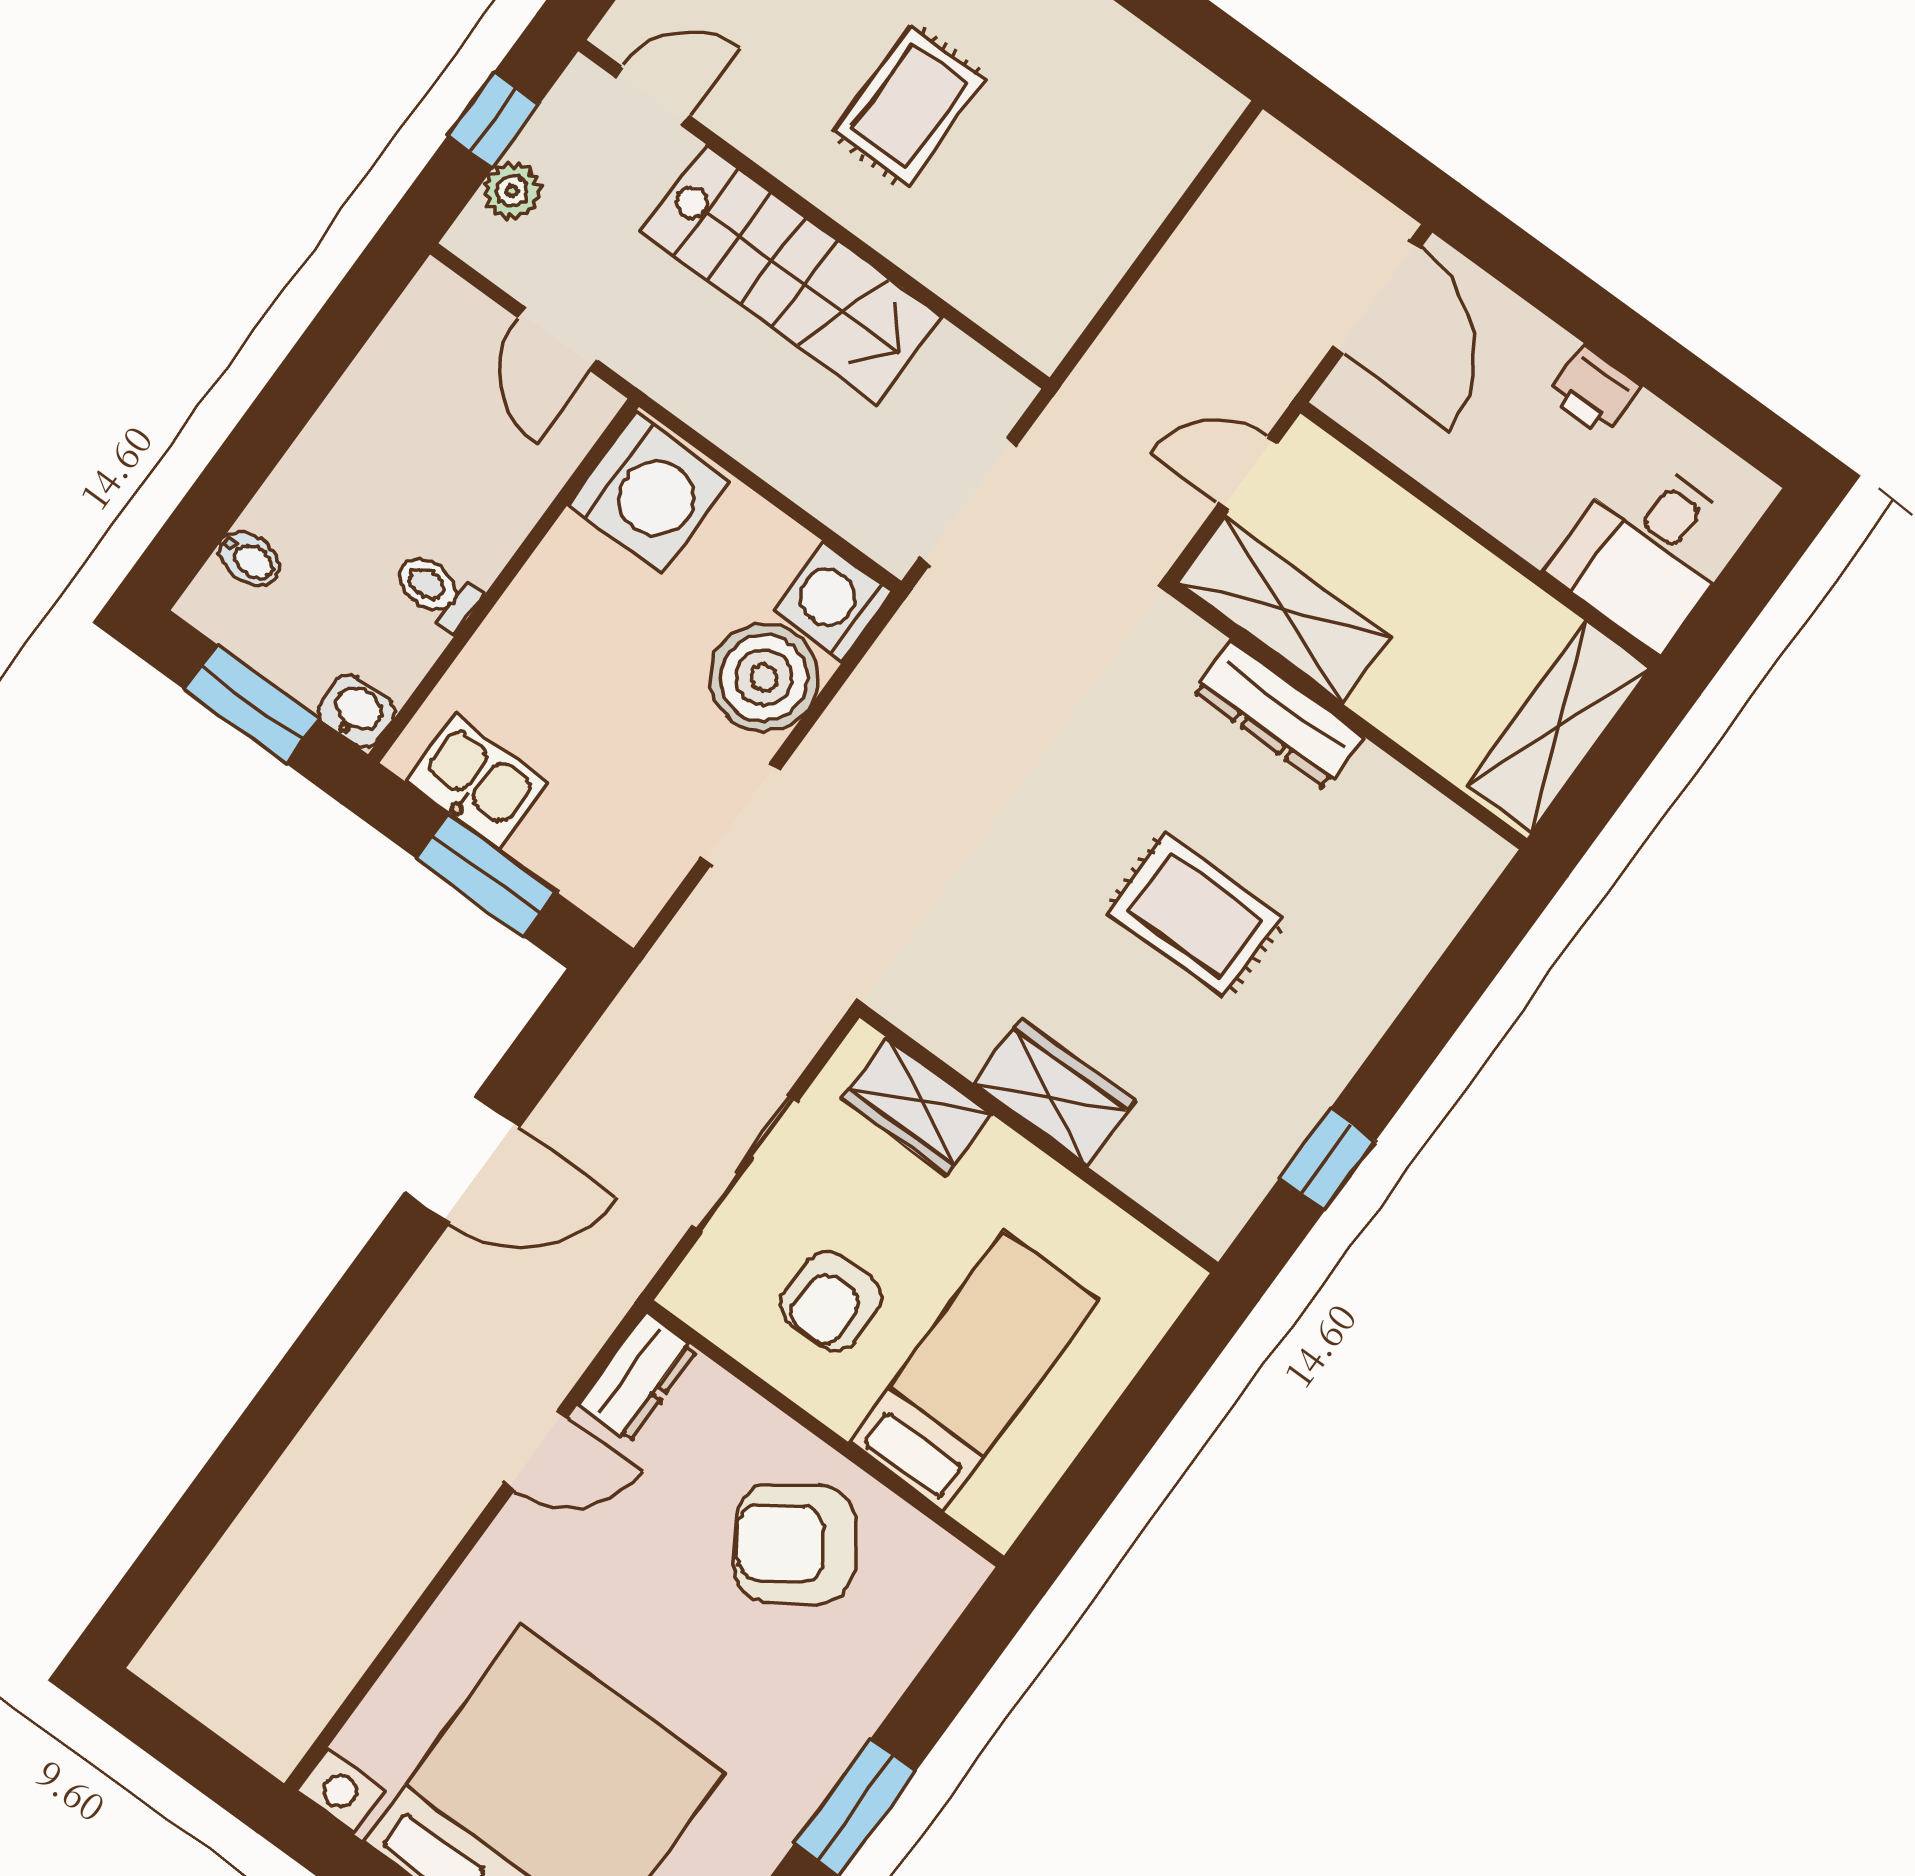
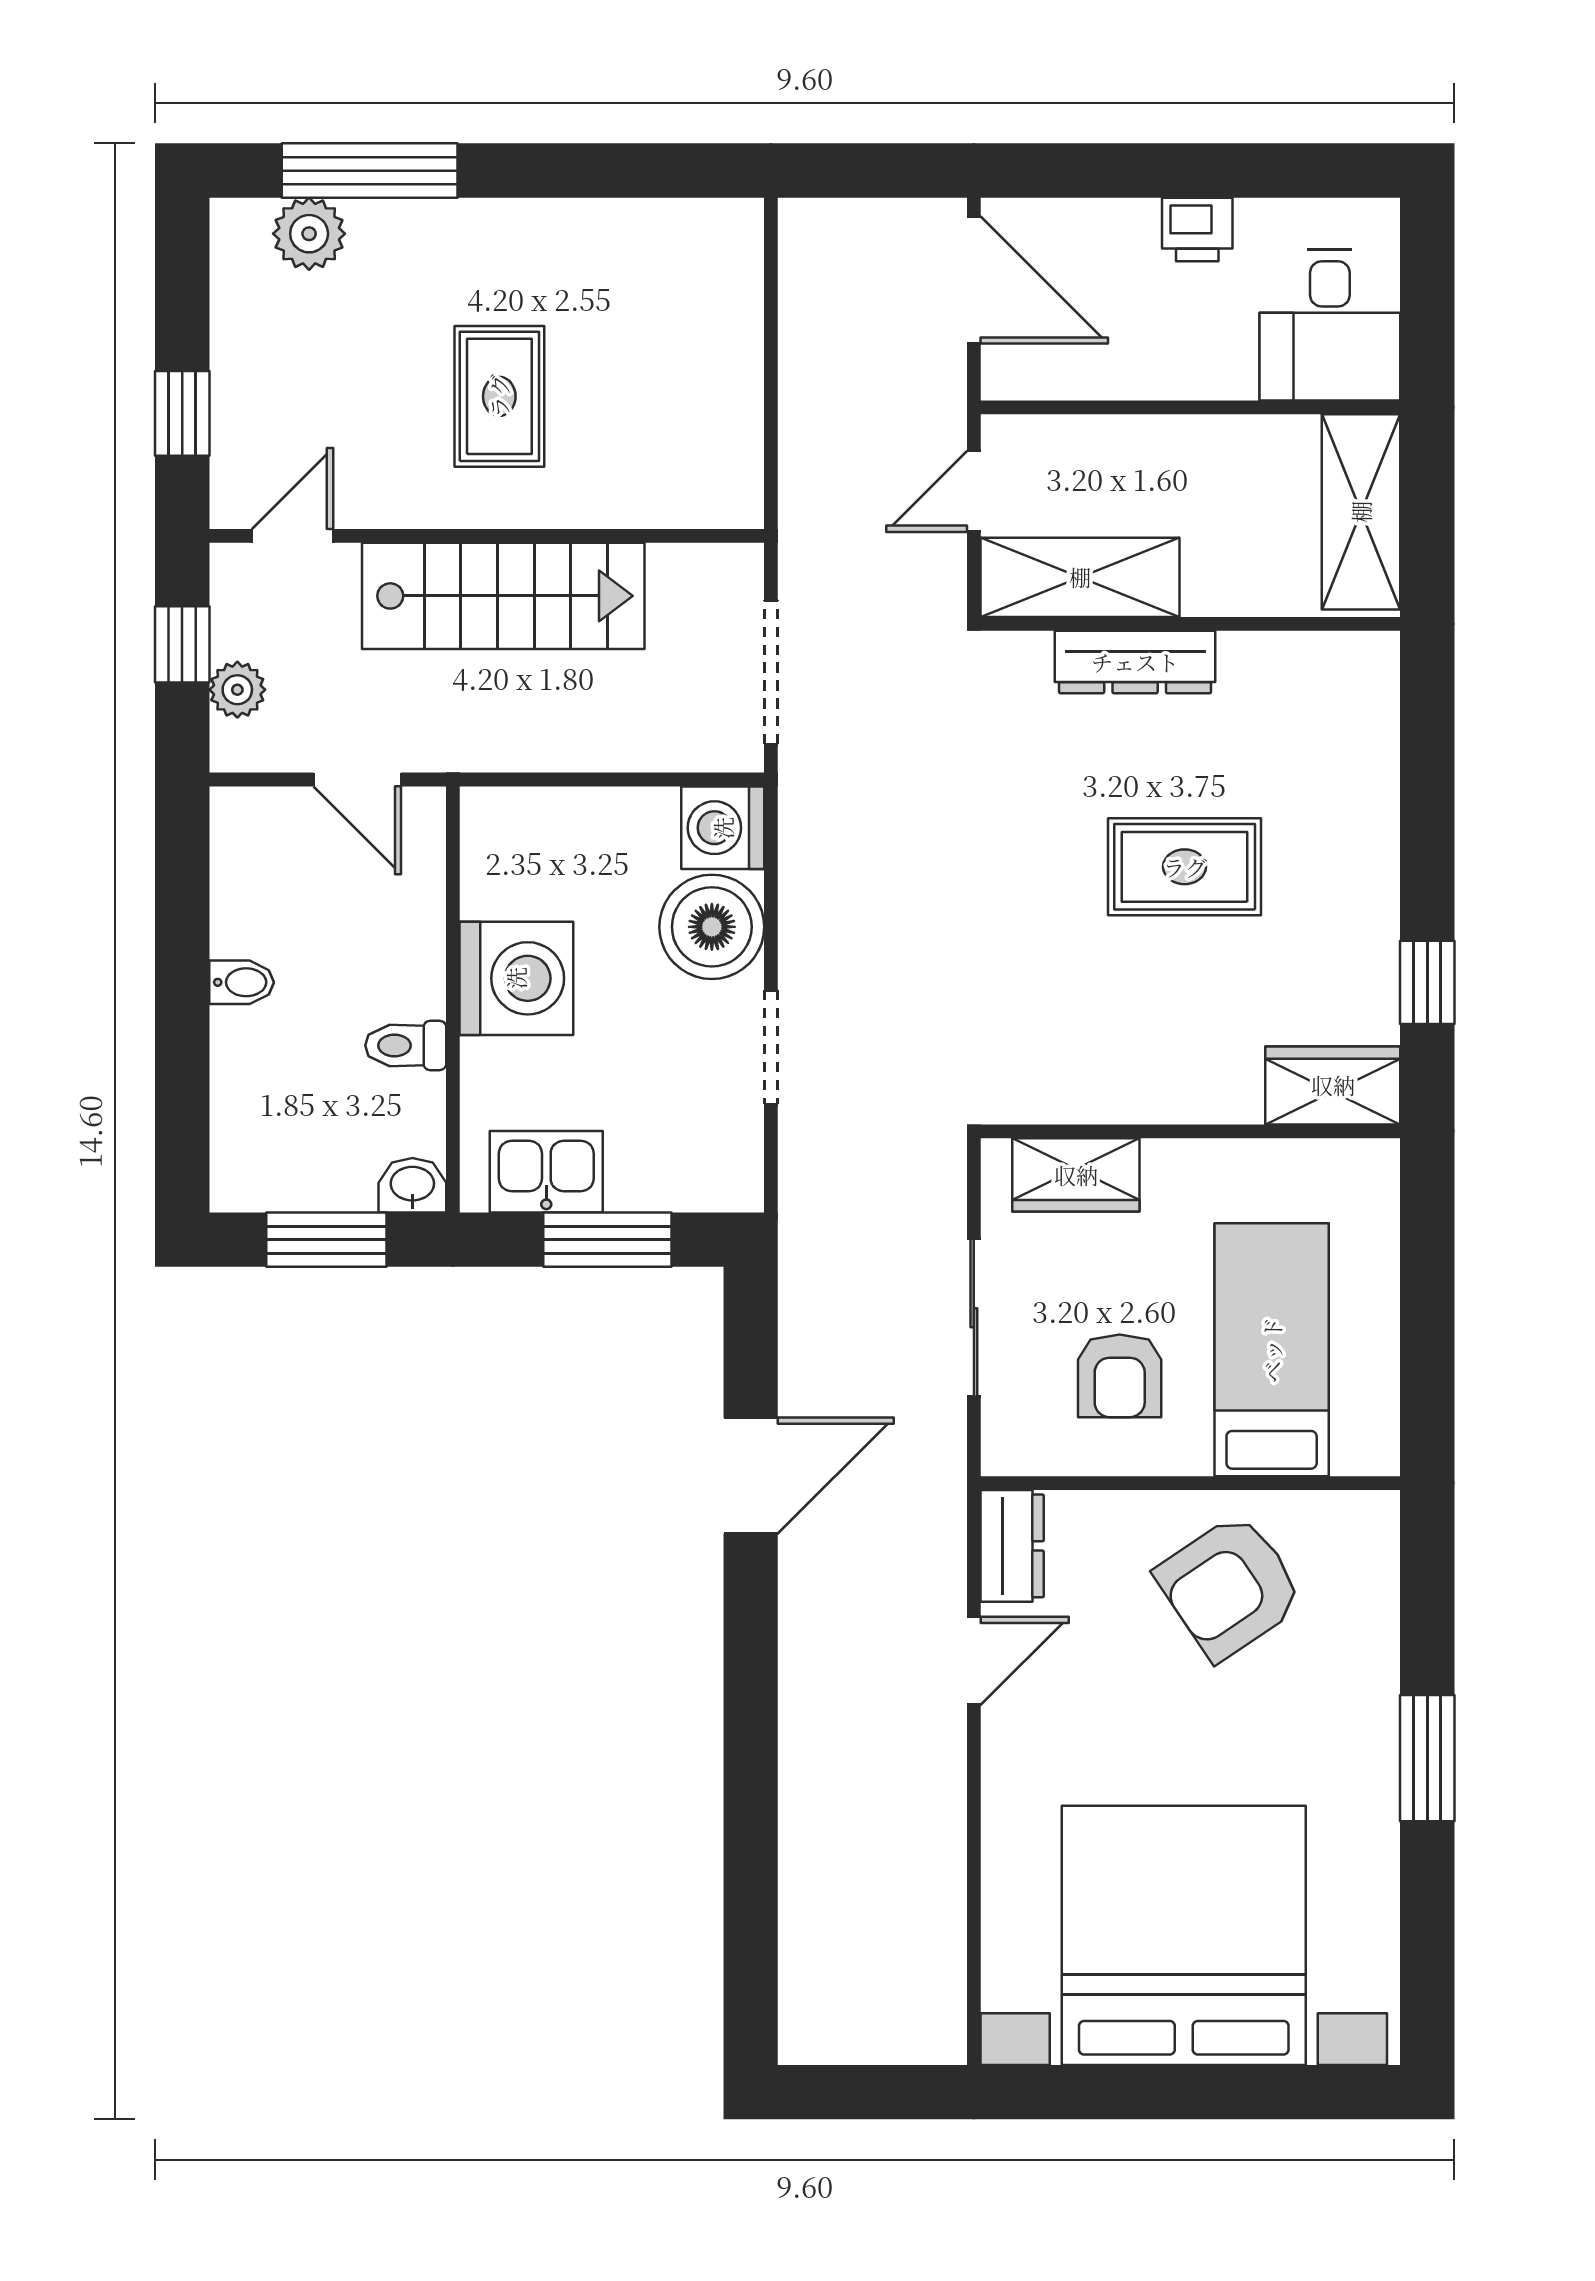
washing machine: (649, 493) -> (516, 978), moved
bidet: (249, 559) -> (242, 982), moved
wardrobe: (1054, 1092) -> (1333, 1085), moved

